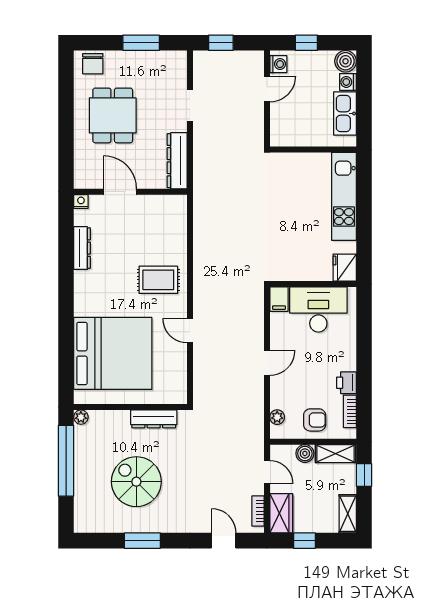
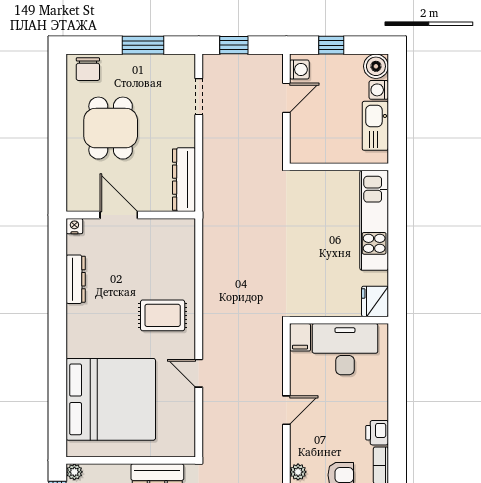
doorway: (190, 105) -> (199, 97), moved

